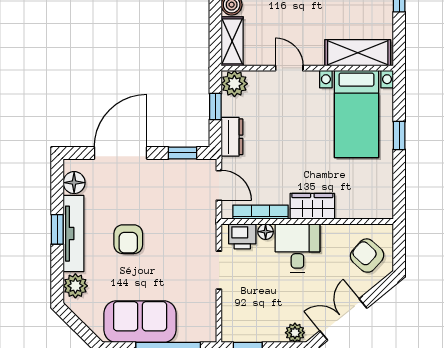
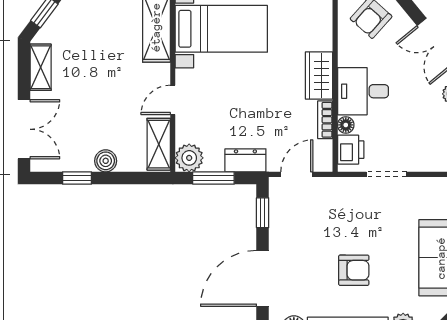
shelving: (232, 41) -> (159, 144), moved, turned 90
window: (215, 106) -> (213, 178), width x1.50
door: (121, 153) -> (263, 278), hinge flipped
bookcase: (260, 212) -> (325, 120), width x0.64

